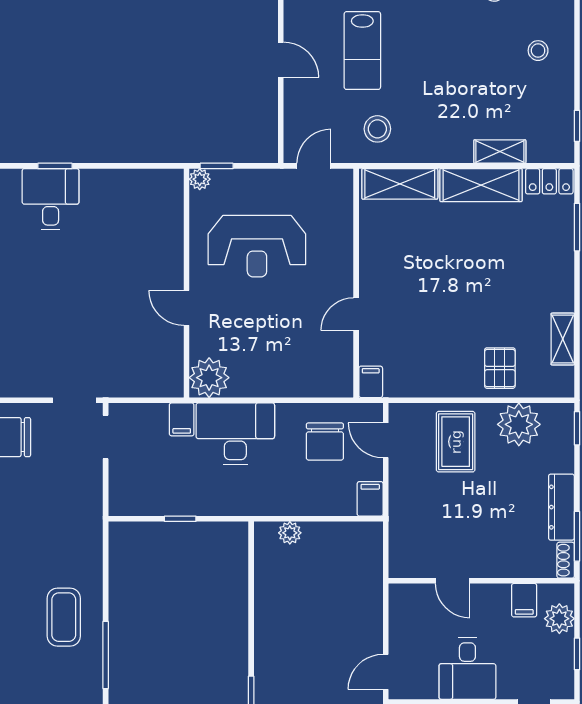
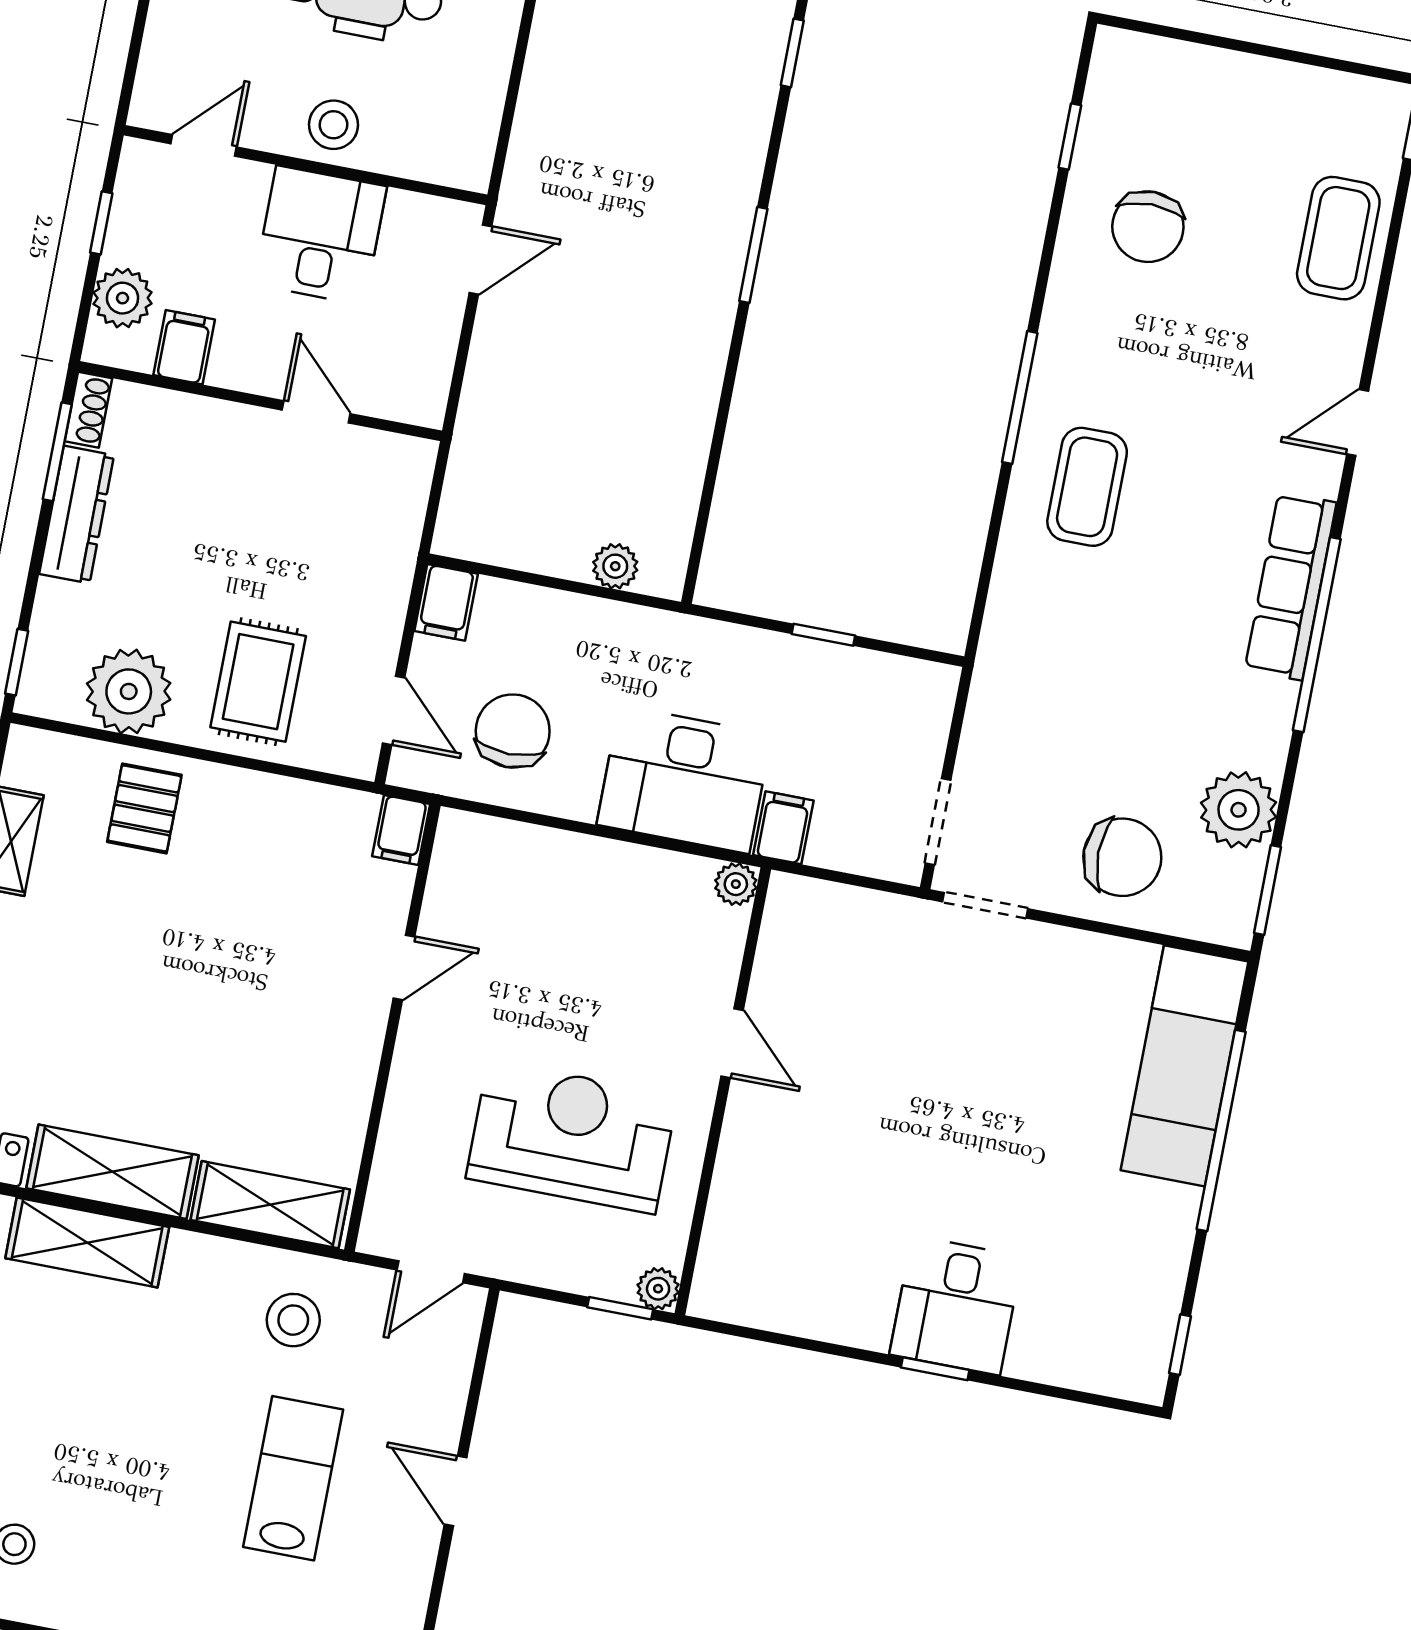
shelving: (500, 152) -> (87, 1243), width x1.50, depth x1.33
plant: (209, 378) -> (736, 884), width x0.53, depth x0.53

